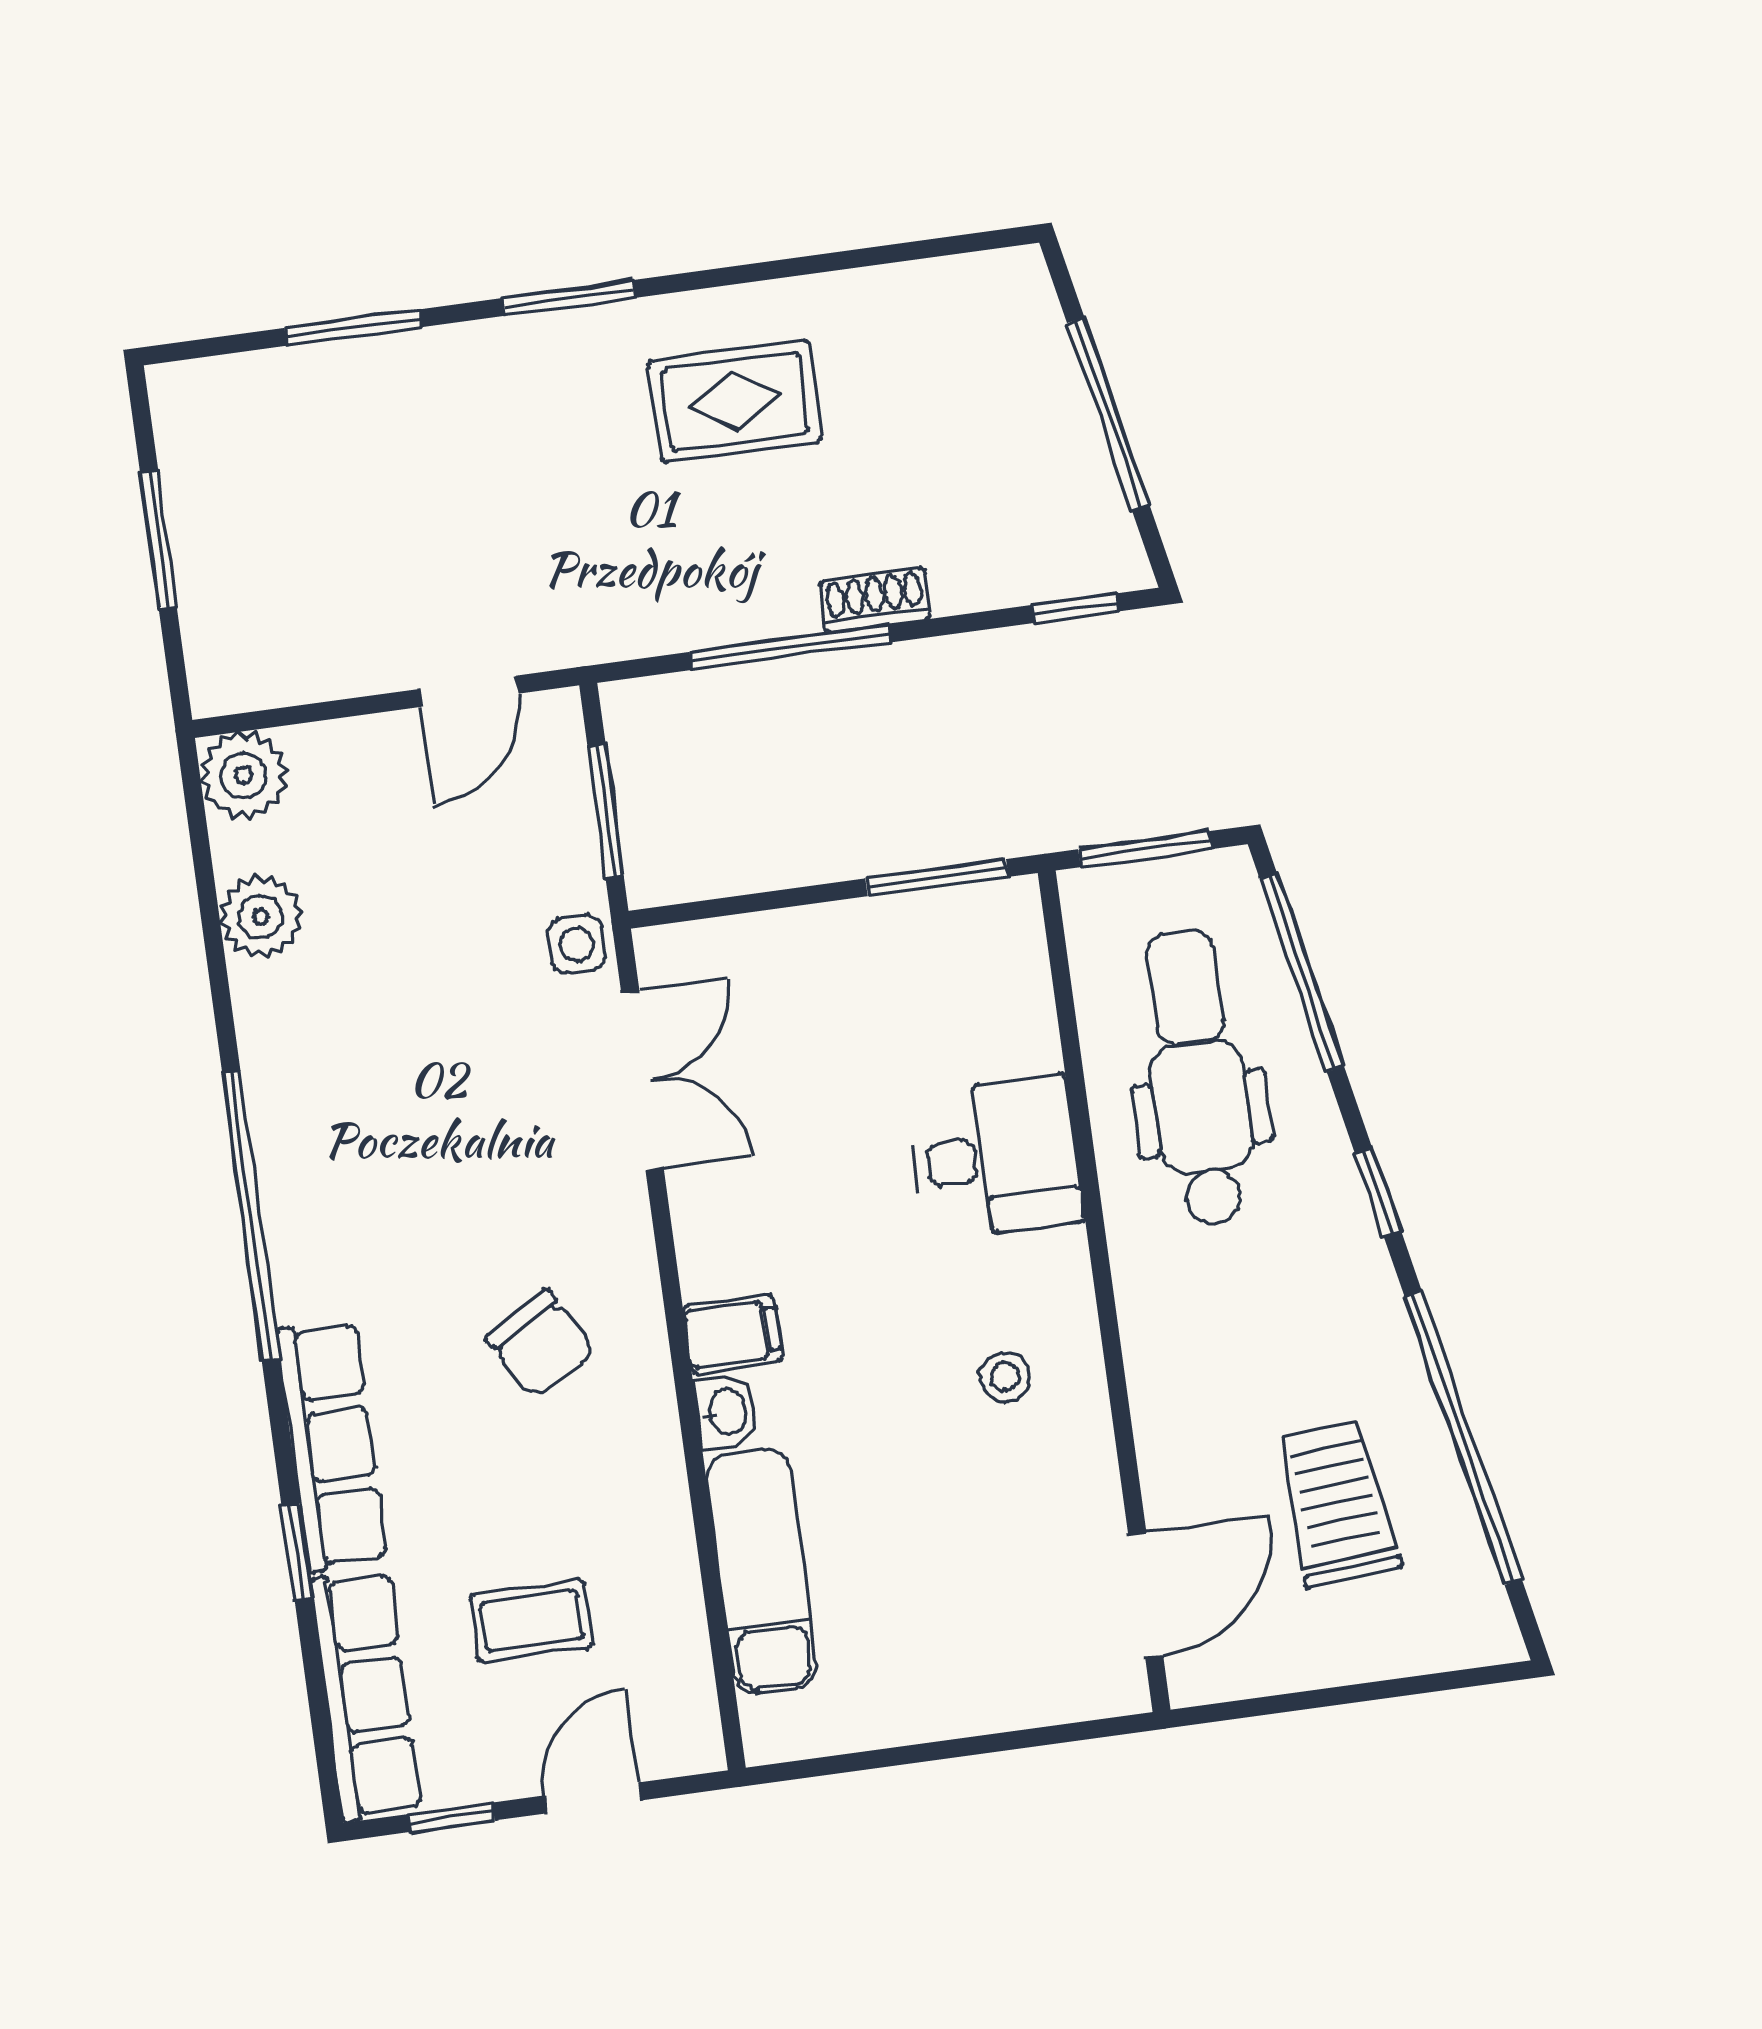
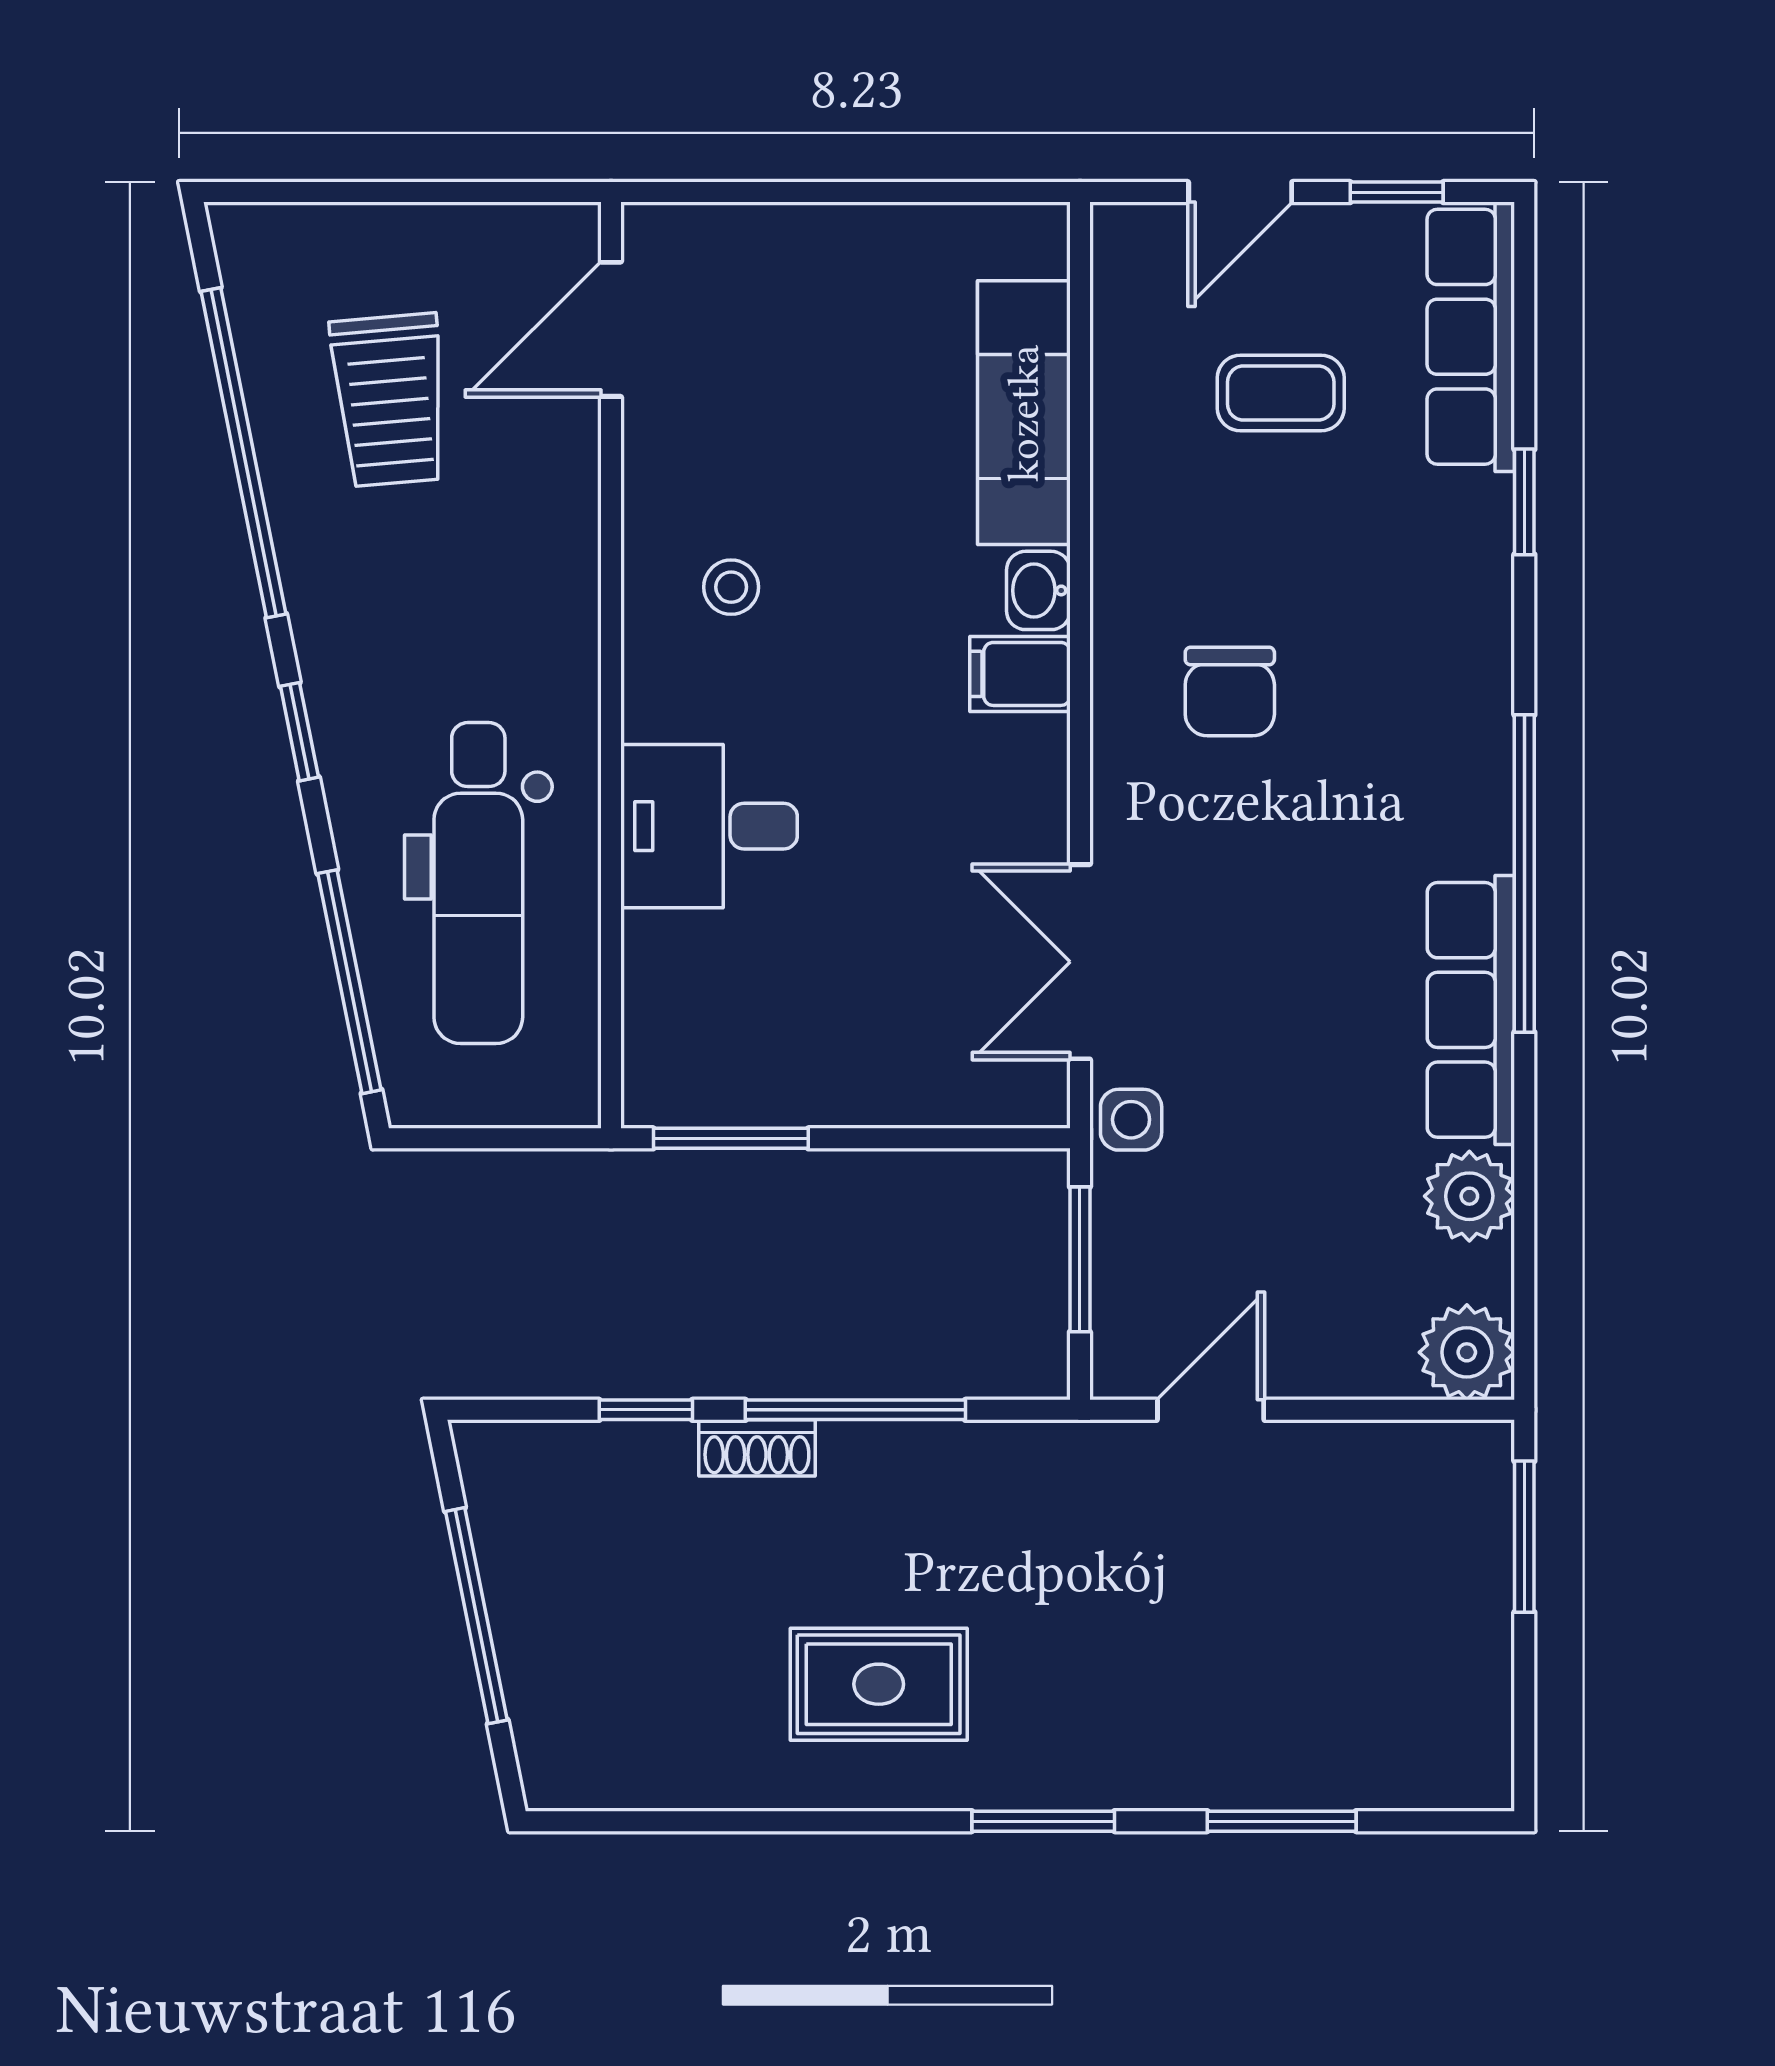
window: (158, 540) -> (1524, 1537), moved
window: (1076, 608) -> (646, 1410), moved
window: (1145, 849) -> (501, 1138), removed
chair: (540, 1344) -> (1230, 691), turned -150
row of seats: (332, 1445) -> (1471, 1010), moved

